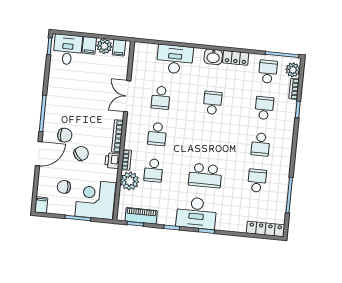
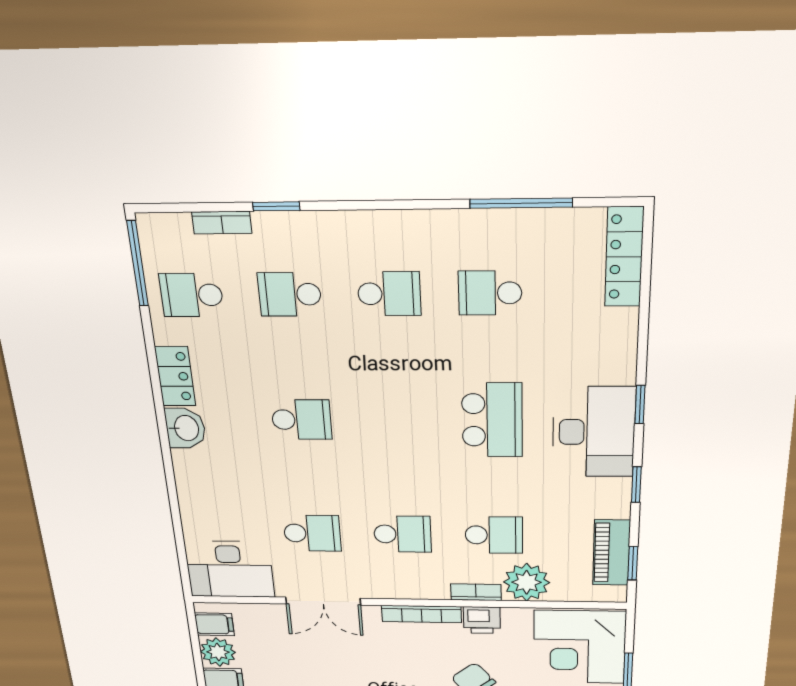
desk: (175, 59) -> (230, 569), moved, turned -90
plant: (293, 70) -> (171, 231), removed
school desk: (212, 103) -> (302, 420), turned 180

